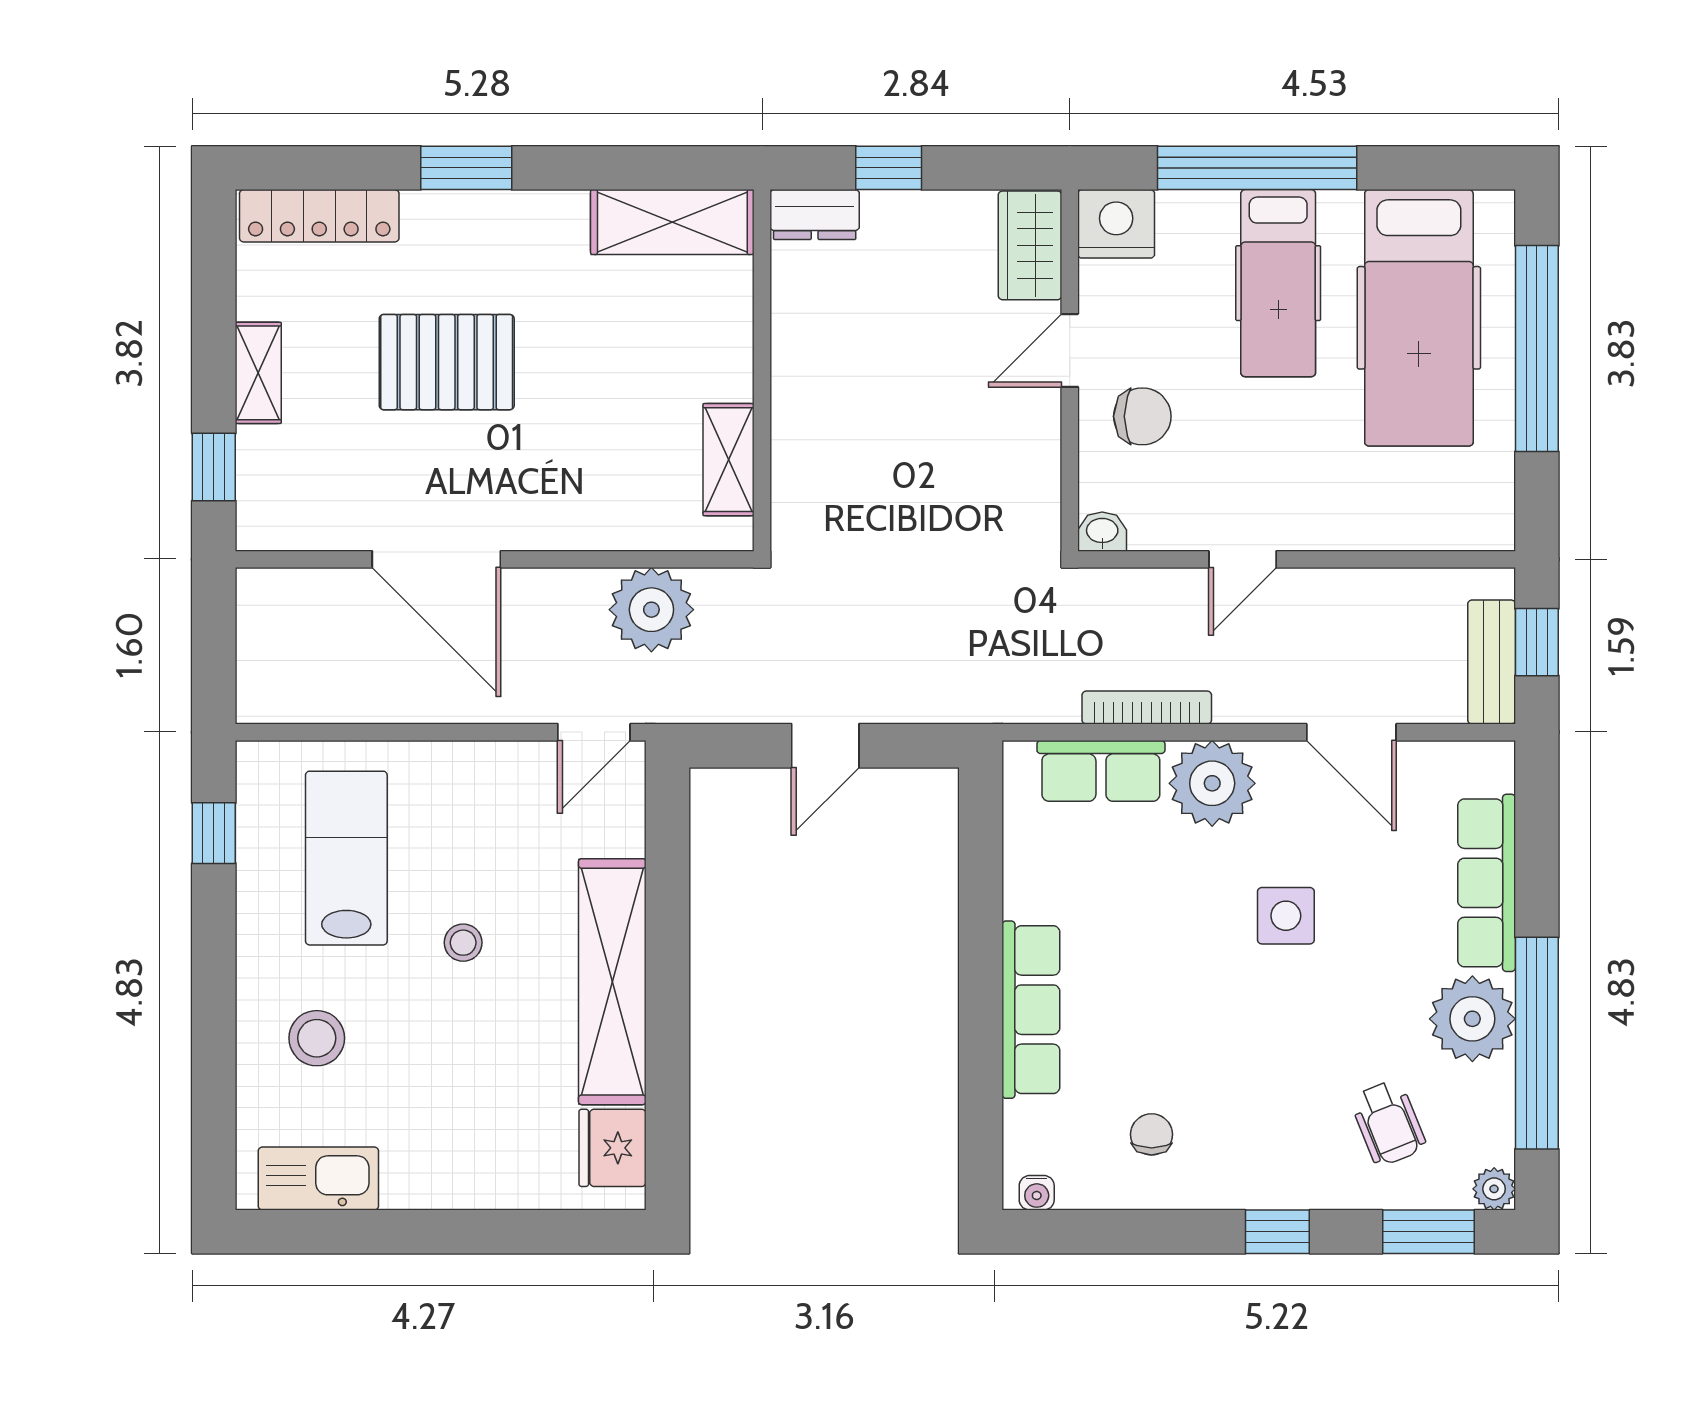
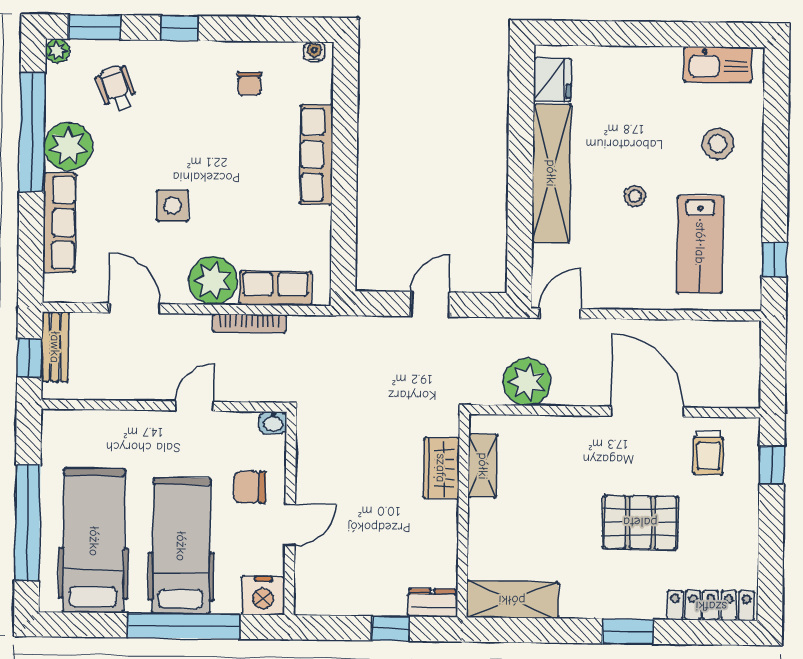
wardrobe: (1030, 245) -> (441, 468), moved, turned 180
hospital bed: (1278, 283) -> (181, 546), width x1.37, depth x1.29
shelving: (258, 373) -> (746, 518), removed
trolley: (327, 488) -> (708, 453), added

